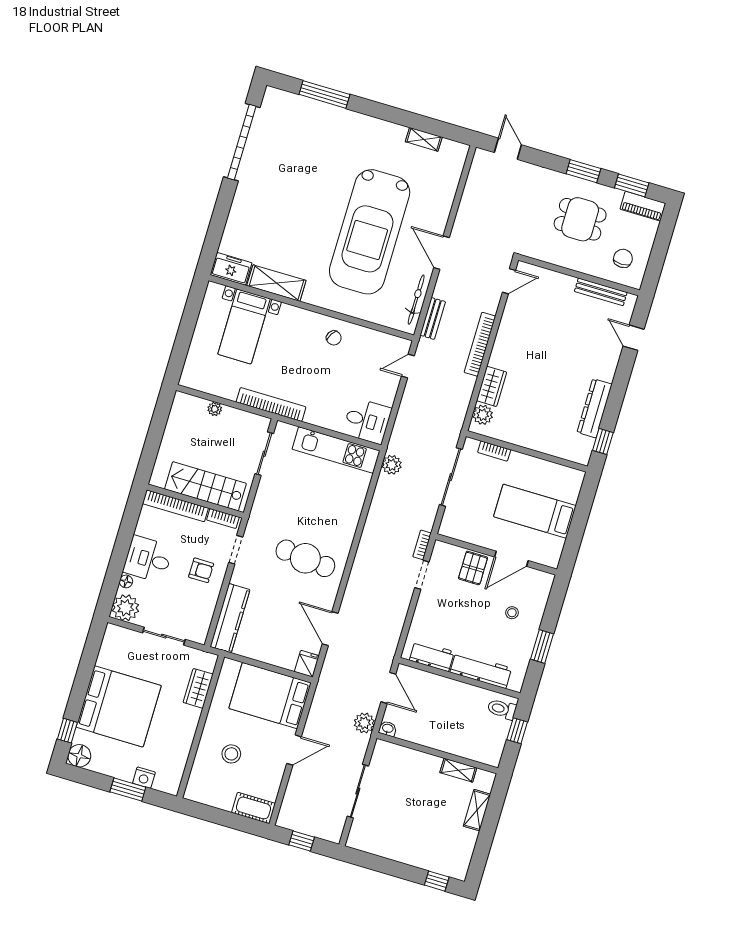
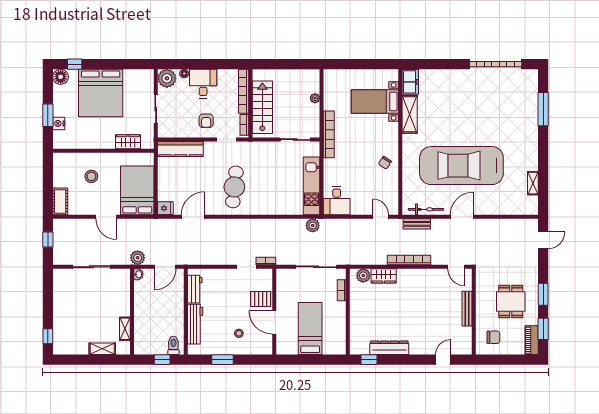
bench: (601, 292) -> (467, 309), moved

